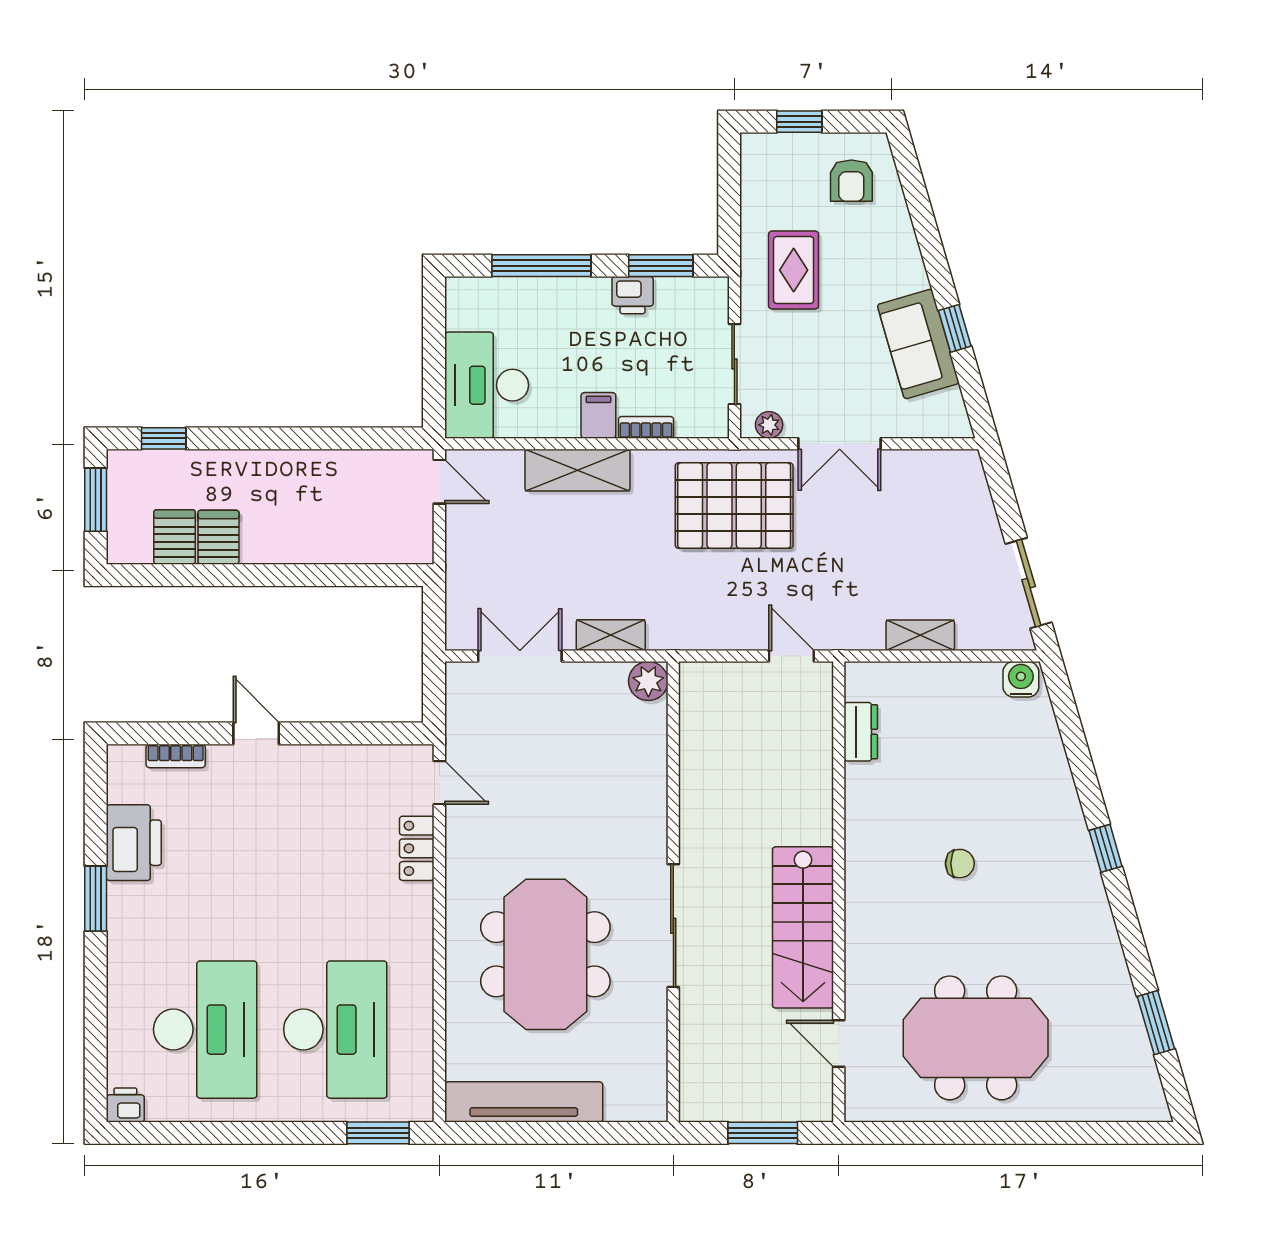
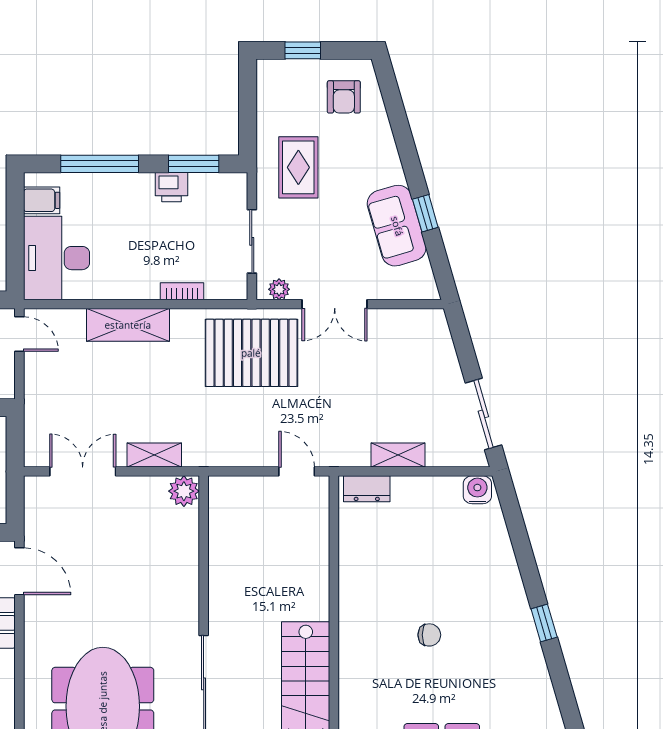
filing cabinet: (598, 415) -> (42, 200), moved, turned 90
dresser: (861, 732) -> (367, 489), moved, turned 90
door: (439, 783) -> (19, 571), width x1.38

